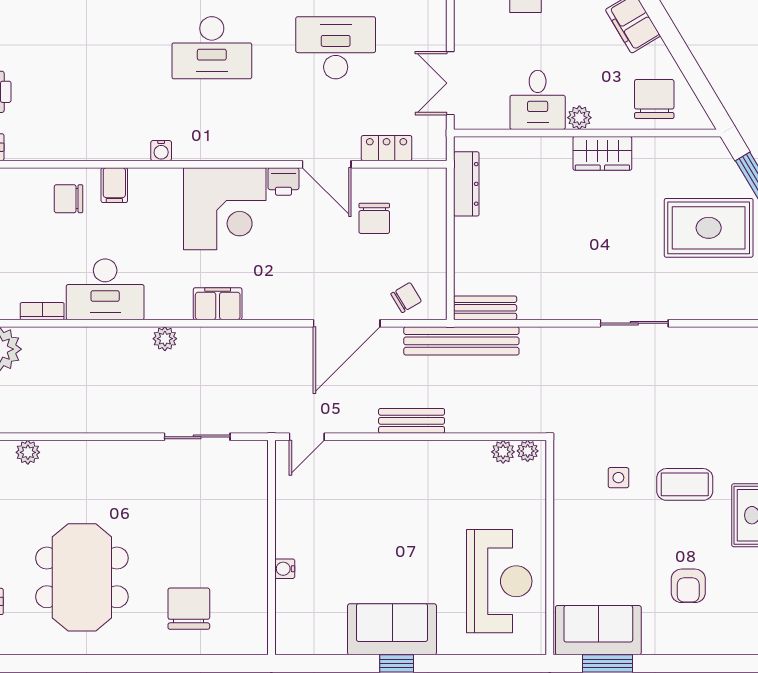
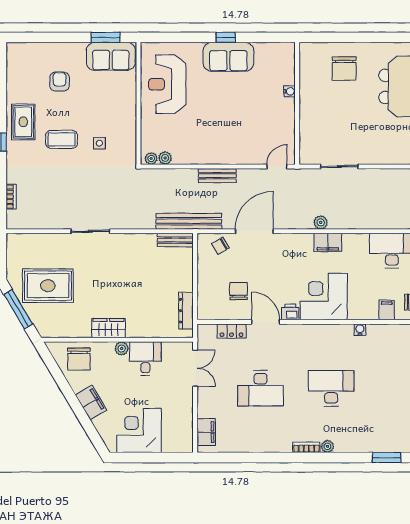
plant: (165, 339) -> (321, 222), moved

